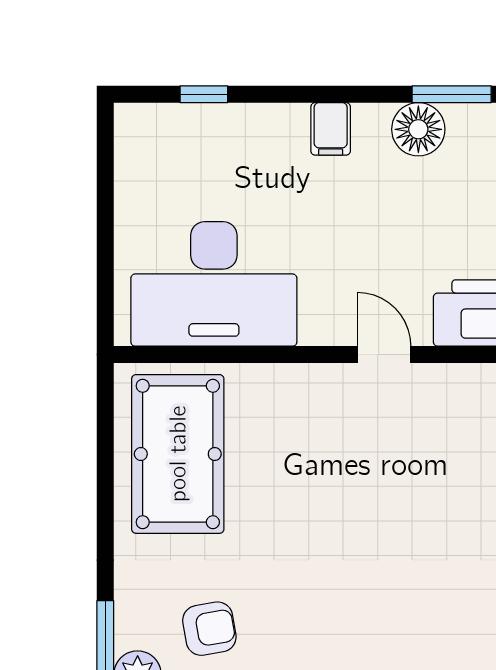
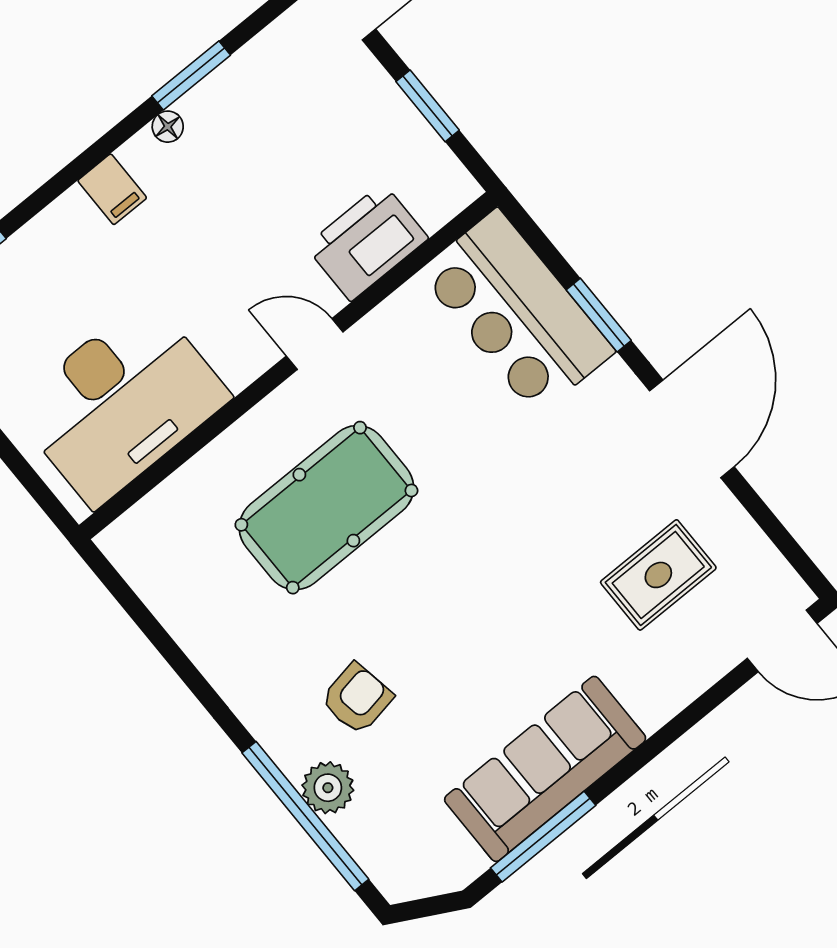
floor lamp: (418, 129) -> (168, 127), width x0.53, depth x0.53
pool table: (178, 454) -> (326, 508), moved, turned 90

